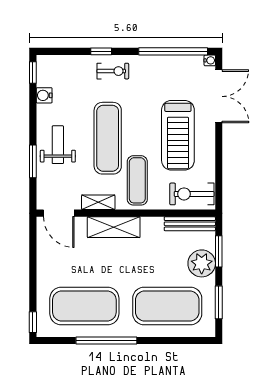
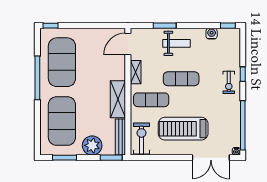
exercise mat: (108, 138) -> (181, 79), width x0.73, depth x0.69
shelving: (114, 227) -> (118, 99), moved
window: (219, 251) -> (111, 158), moved

